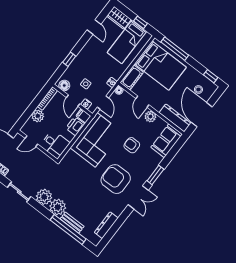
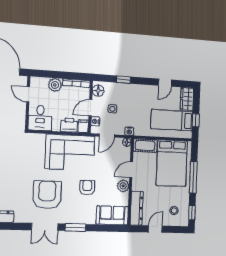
window: (175, 49) -> (193, 177), moved
door: (202, 115) -> (155, 229), width x0.53

